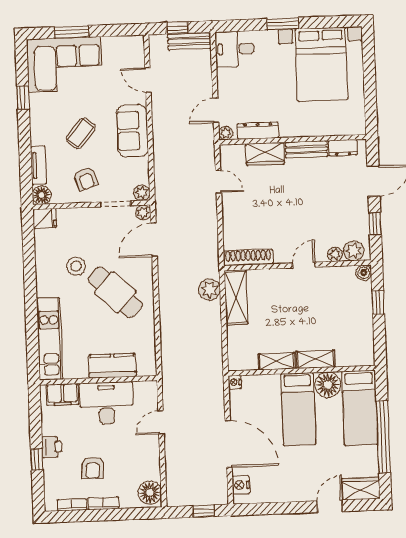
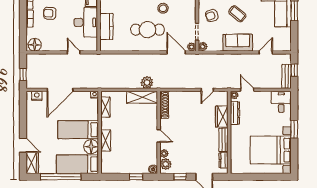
cafe table: (115, 292) -> (147, 30), turned 46
shelving: (277, 361) -> (105, 107), moved

